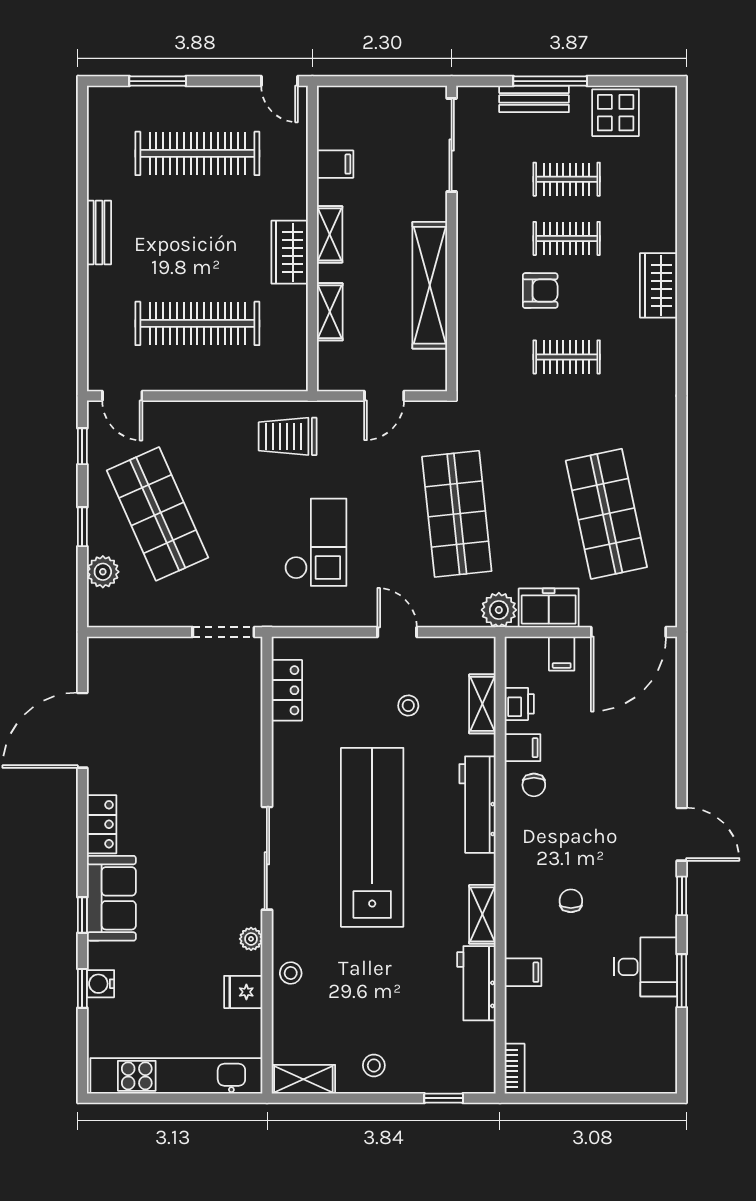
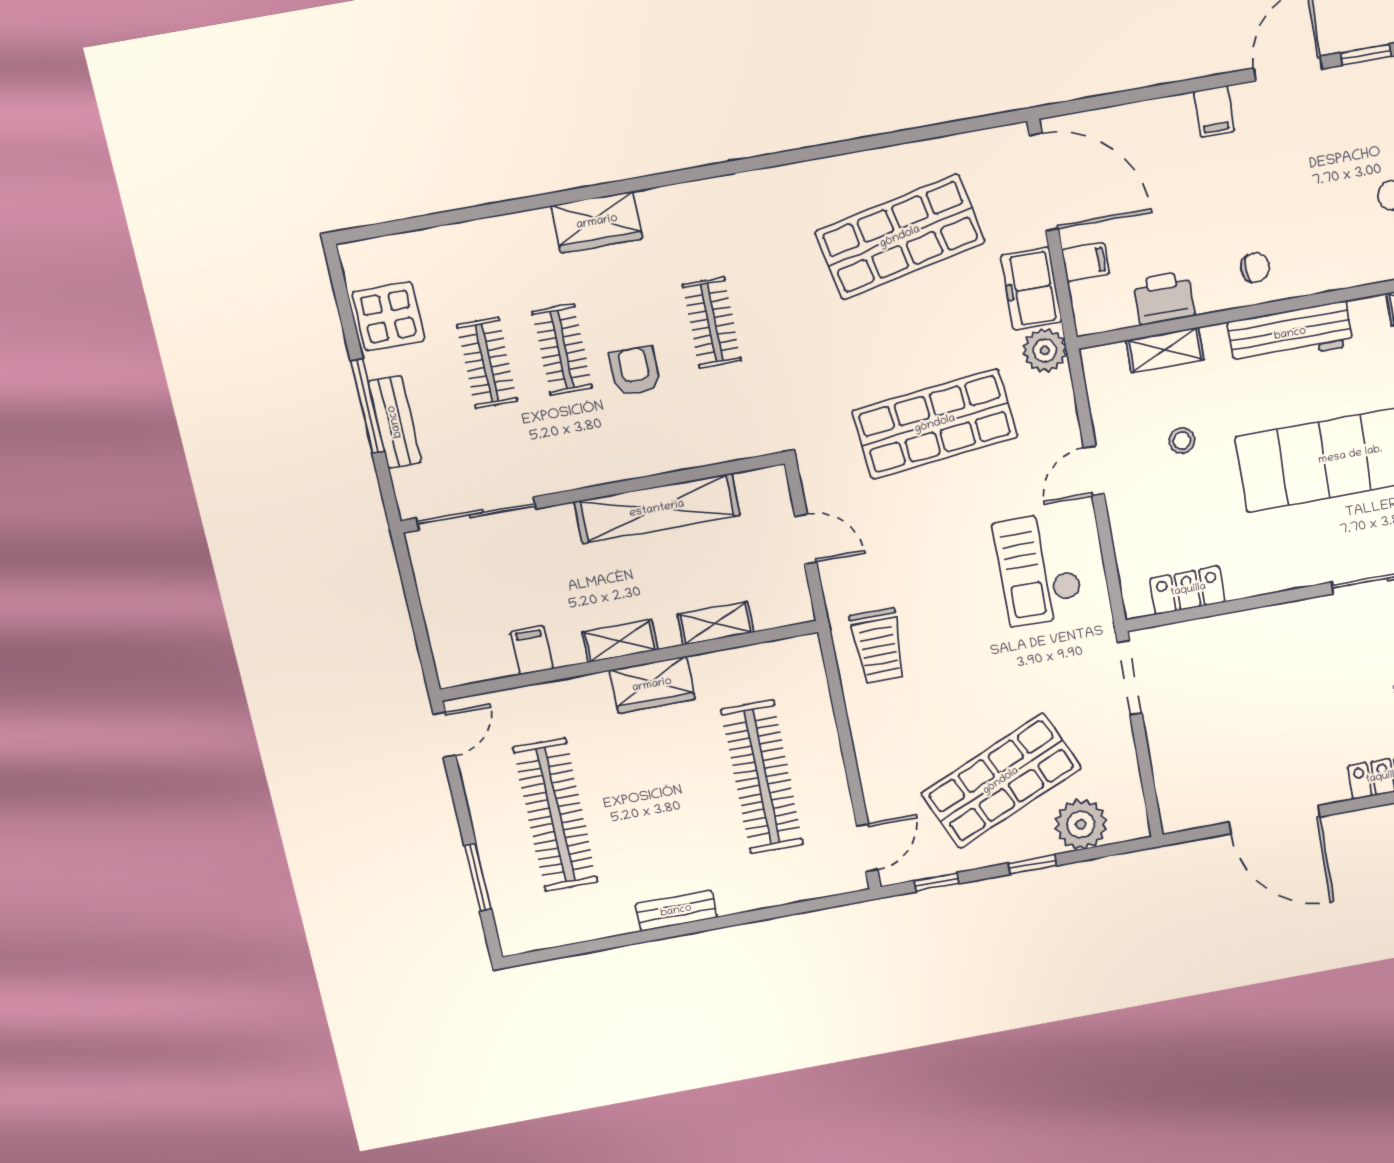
checkout: (316, 542) -> (1039, 569), moved, turned -90
plant: (103, 572) -> (1081, 824), width x1.36, depth x1.36
printer: (519, 704) -> (1164, 298), width x1.36, depth x1.24
filing cabinet: (523, 748) -> (1214, 111), moved, turned 180

